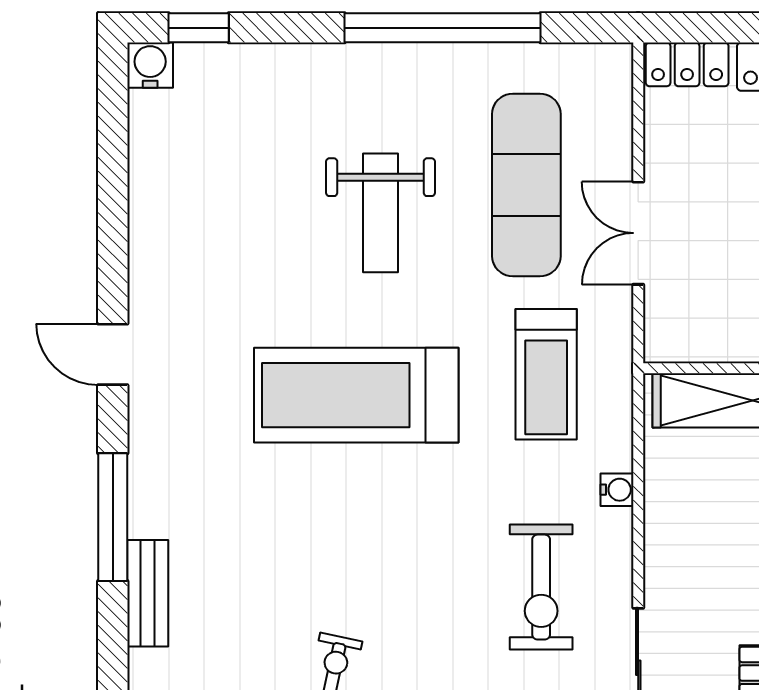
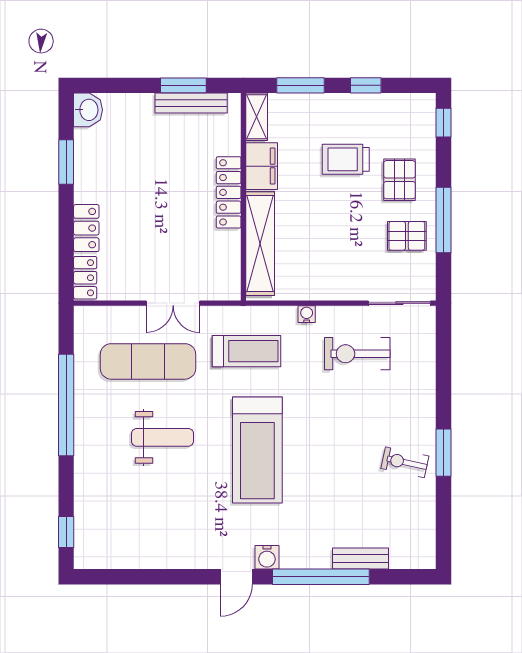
water cooler: (150, 65) -> (267, 557), moved, turned -90
window: (113, 517) -> (321, 577), width x1.46
exercise bike: (541, 587) -> (357, 354), turned 180

